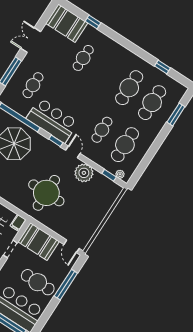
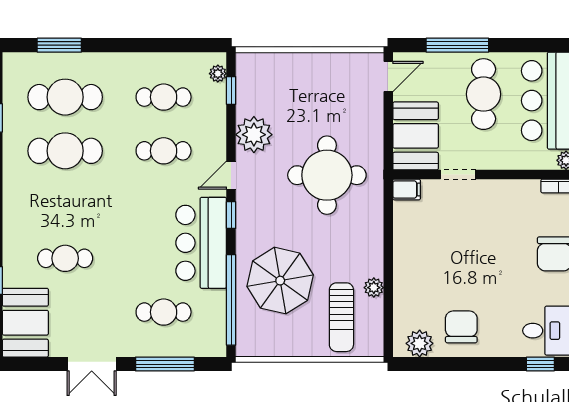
cafe table: (125, 145) -> (164, 97), width x0.73, depth x0.74

